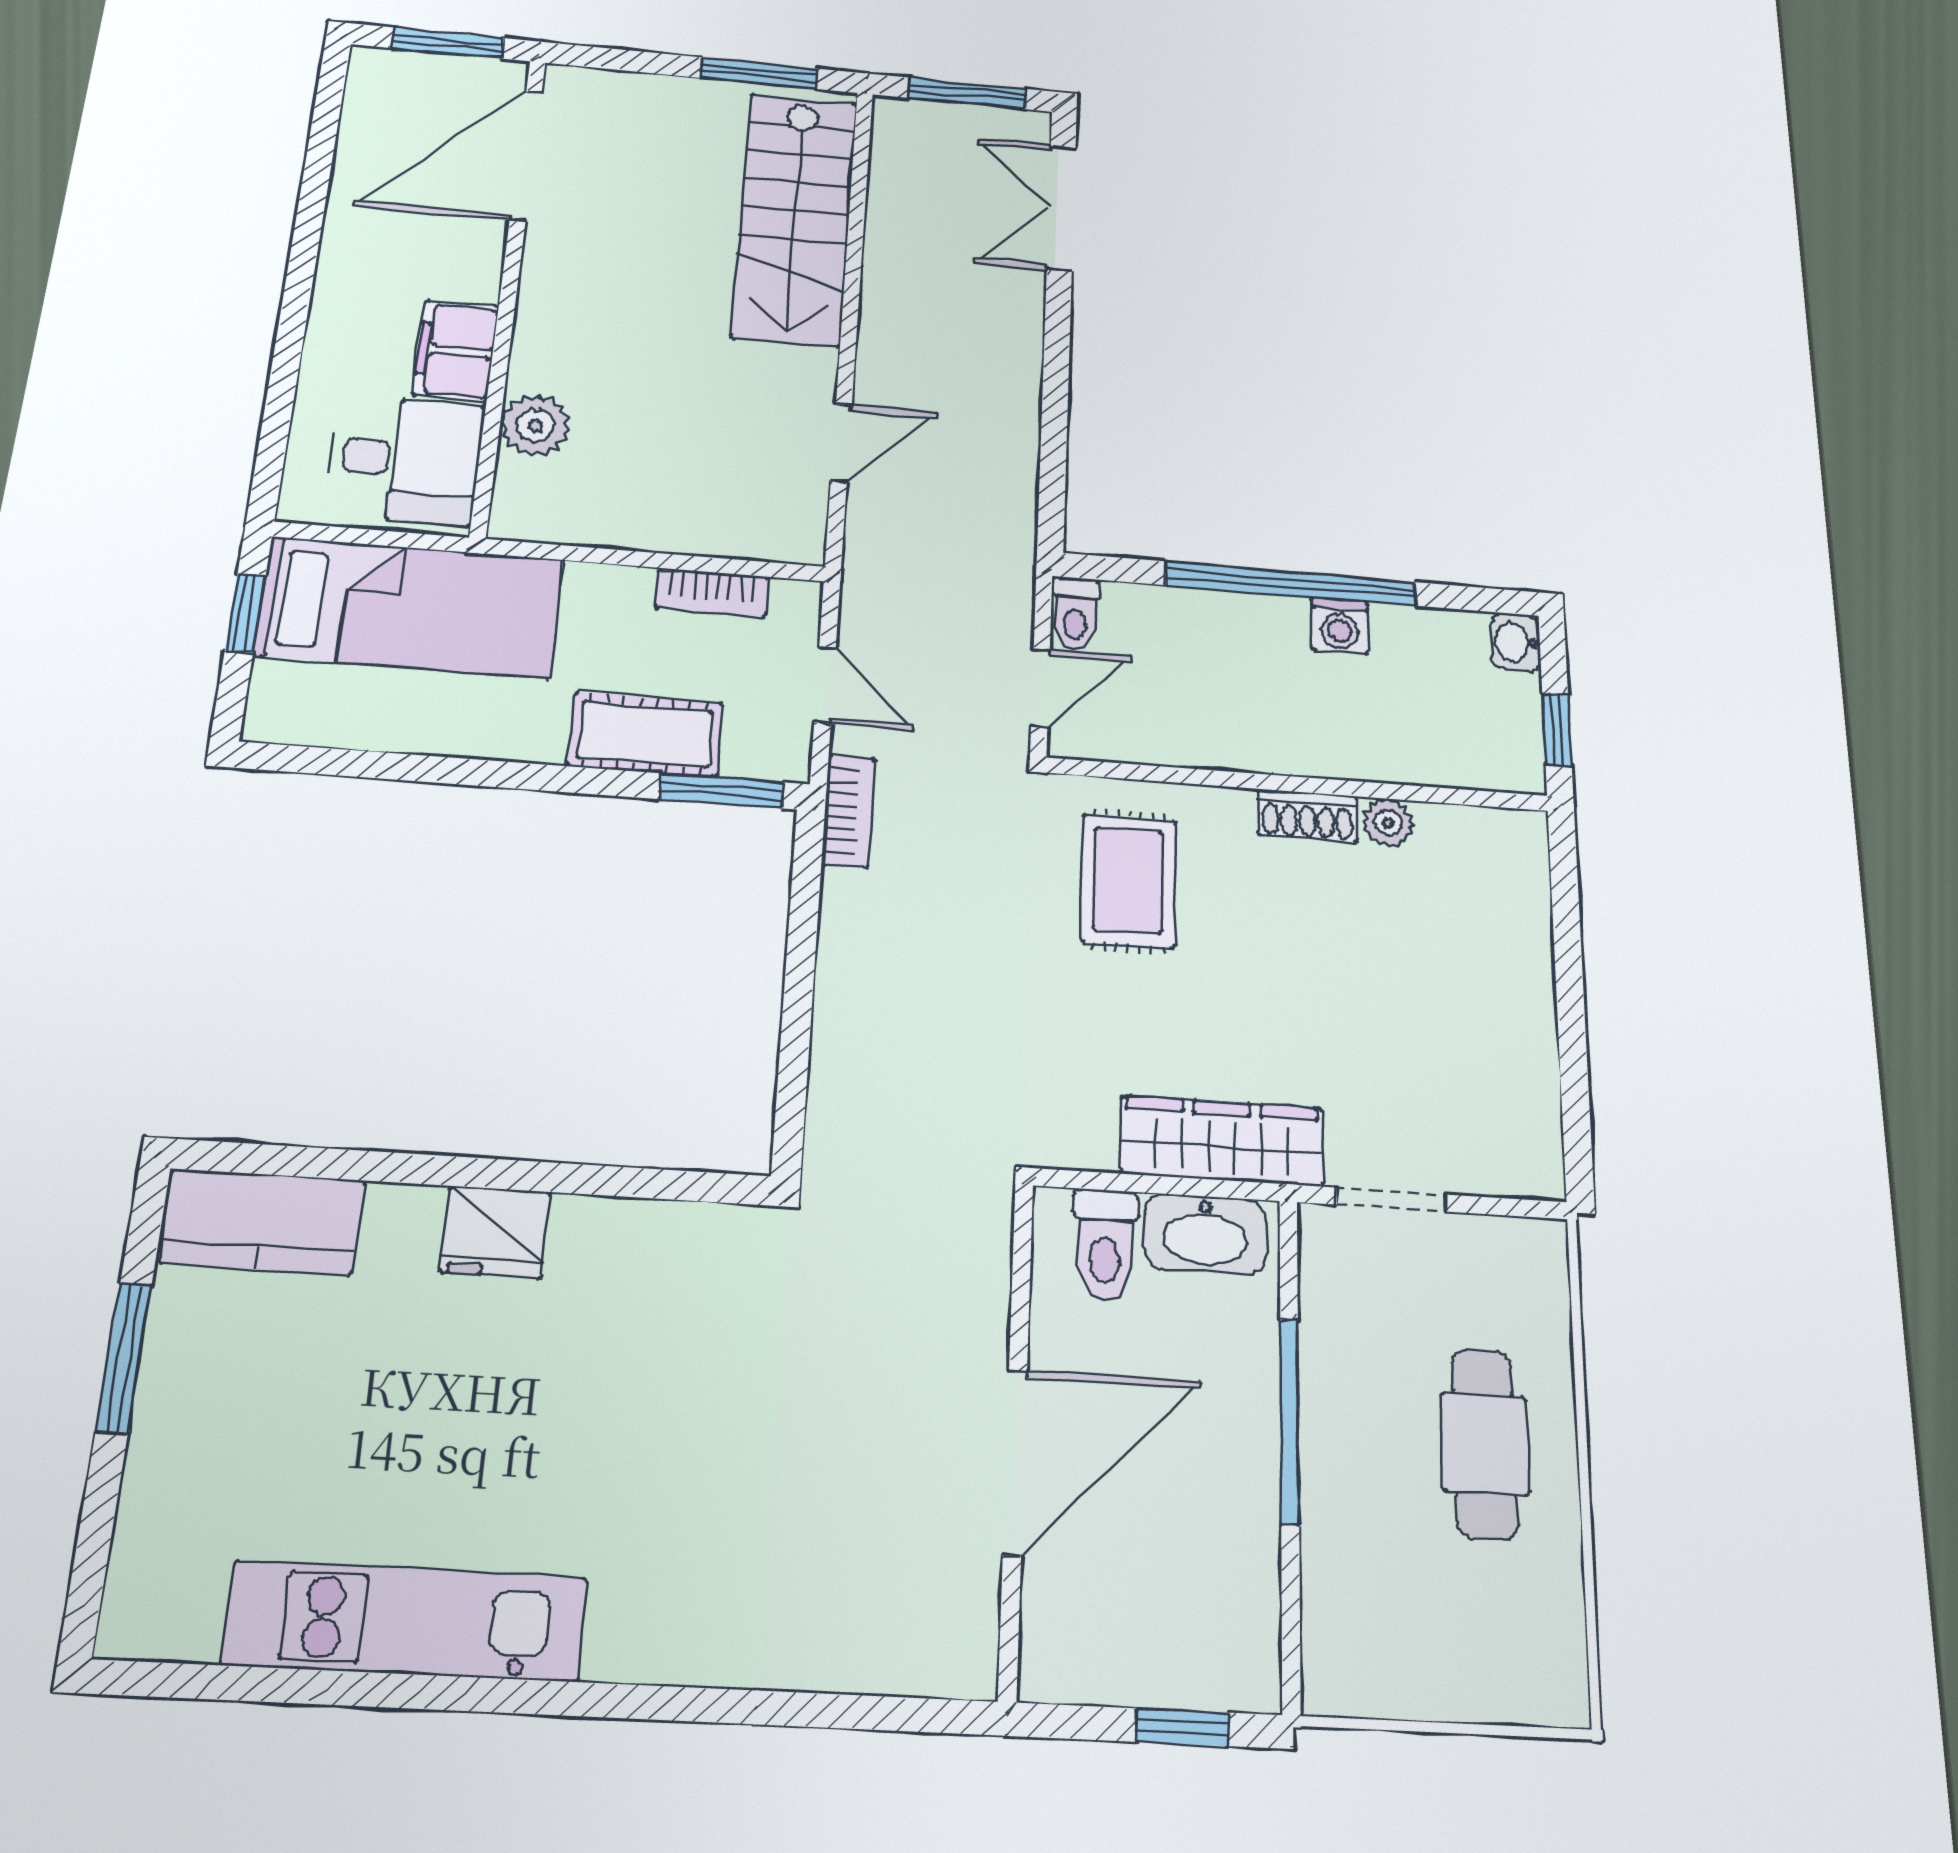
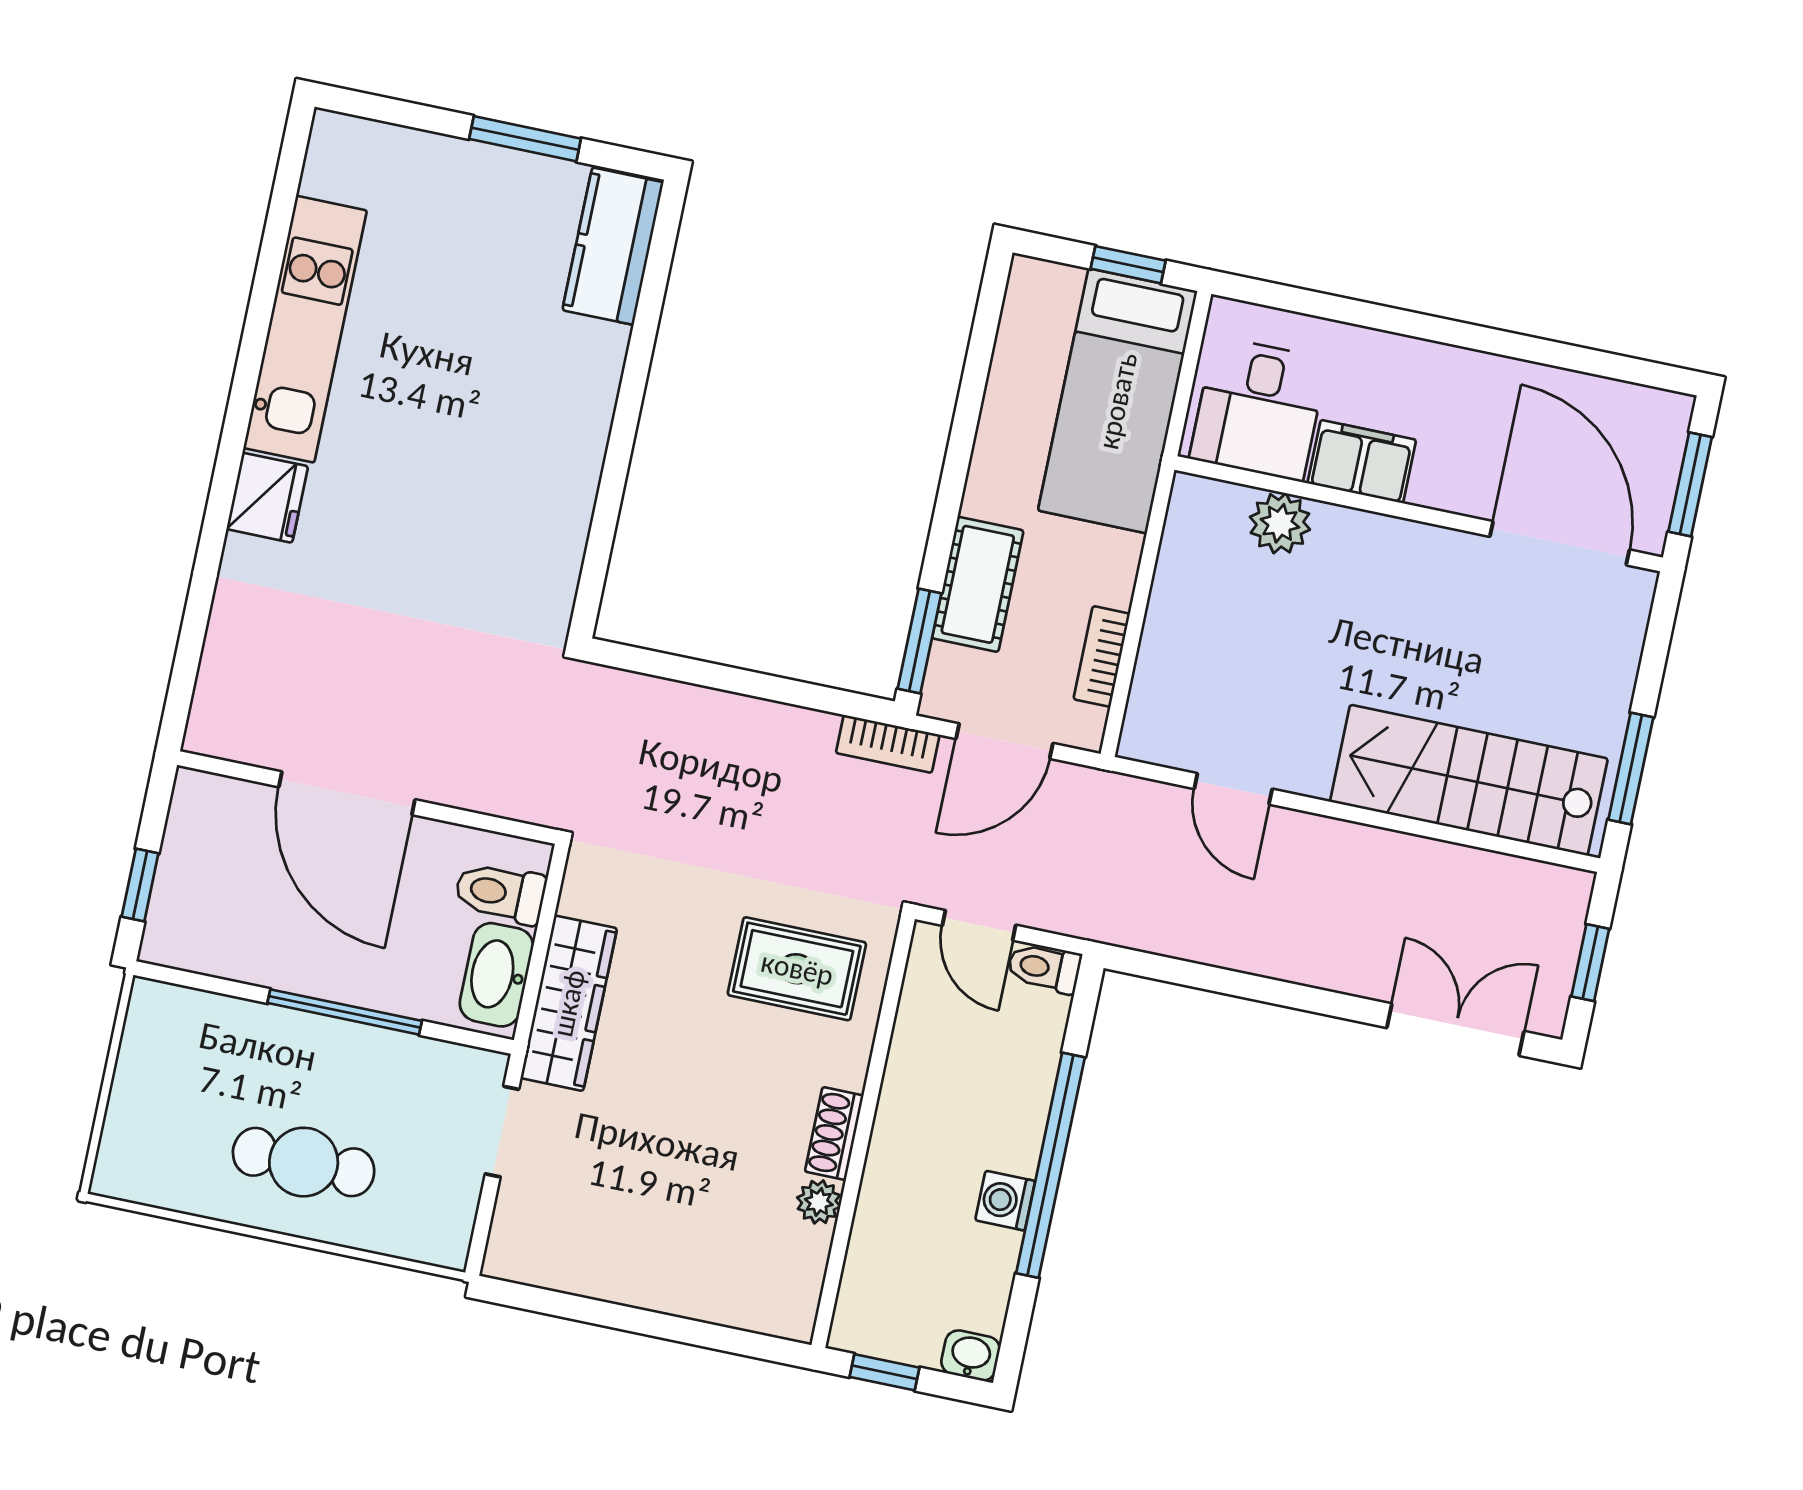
window: (968, 93) -> (1590, 963), width x0.67
door: (825, 684) -> (1004, 741), width x1.38
fridge: (495, 1232) -> (267, 498), moved, turned 180

